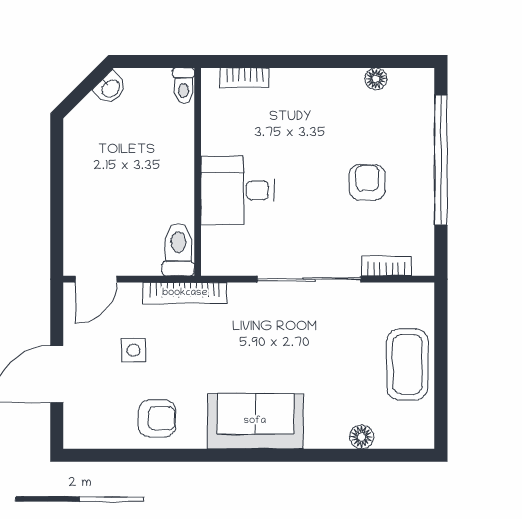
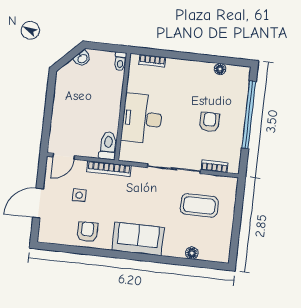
desk: (238, 190) -> (142, 119), width x1.37
coffee table: (407, 364) -> (199, 205), moved, turned 90
armchair: (157, 418) -> (87, 232), turned -90

